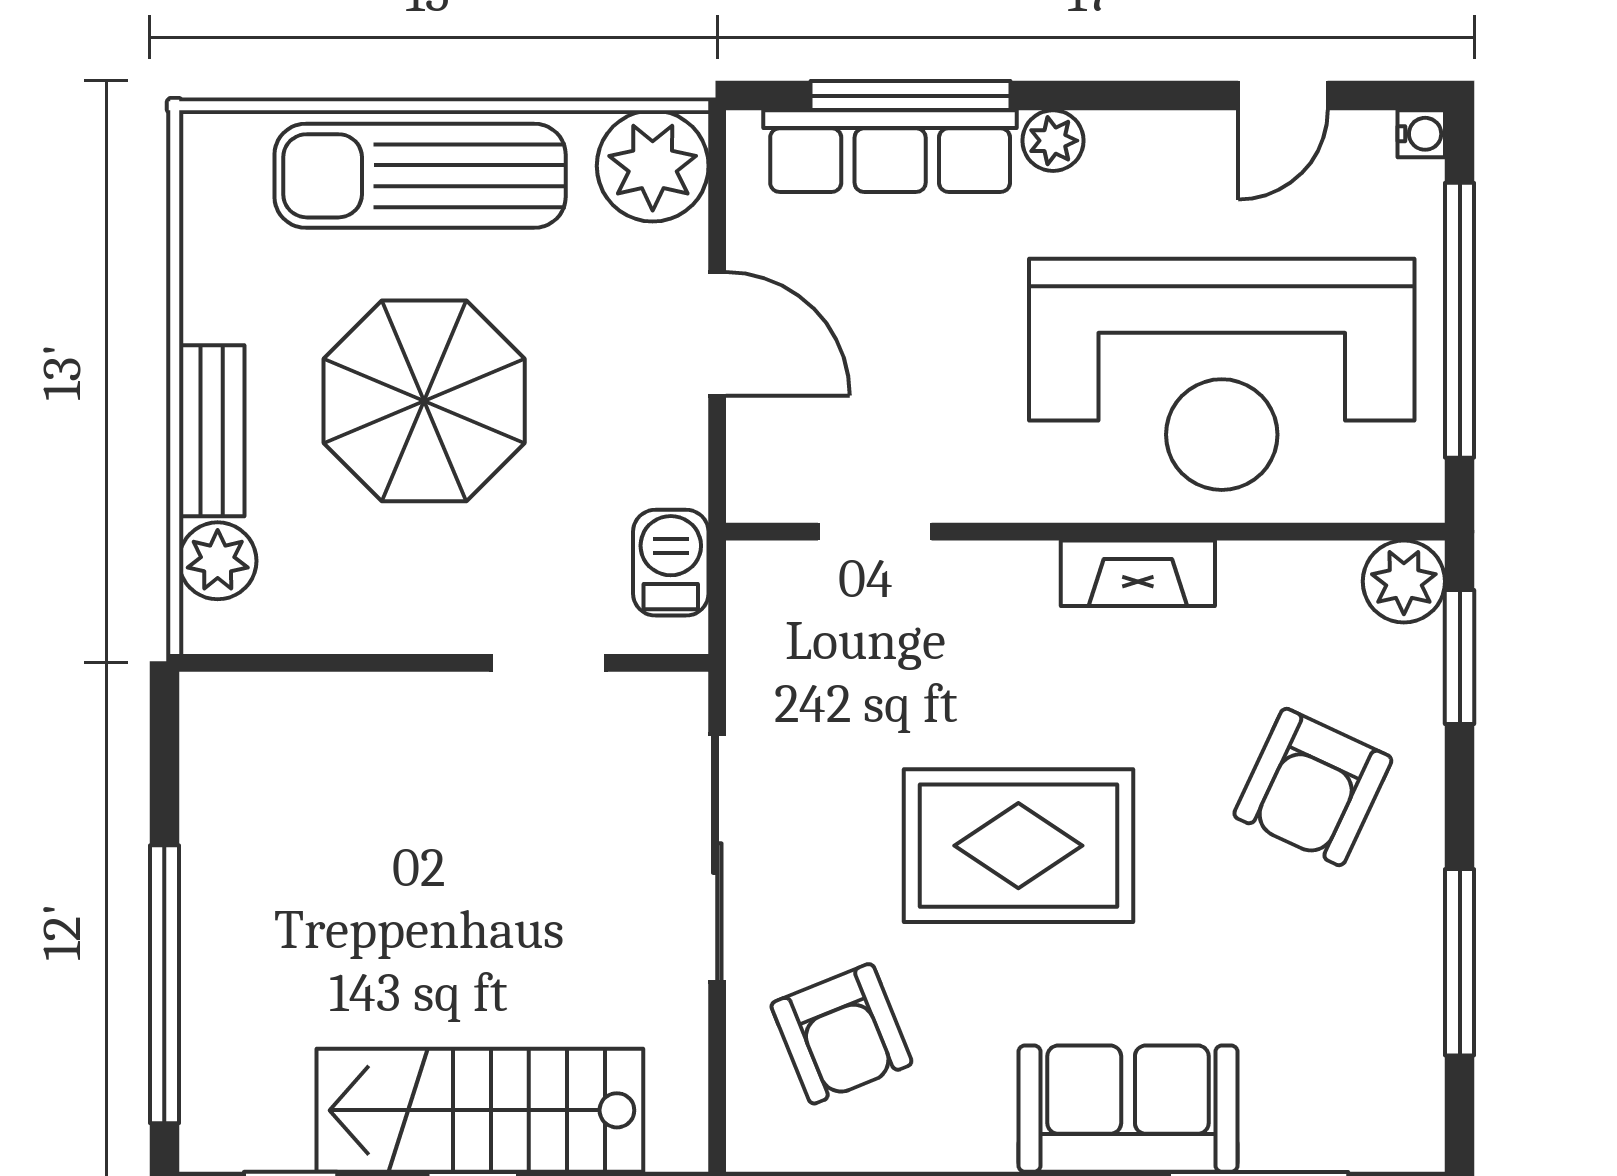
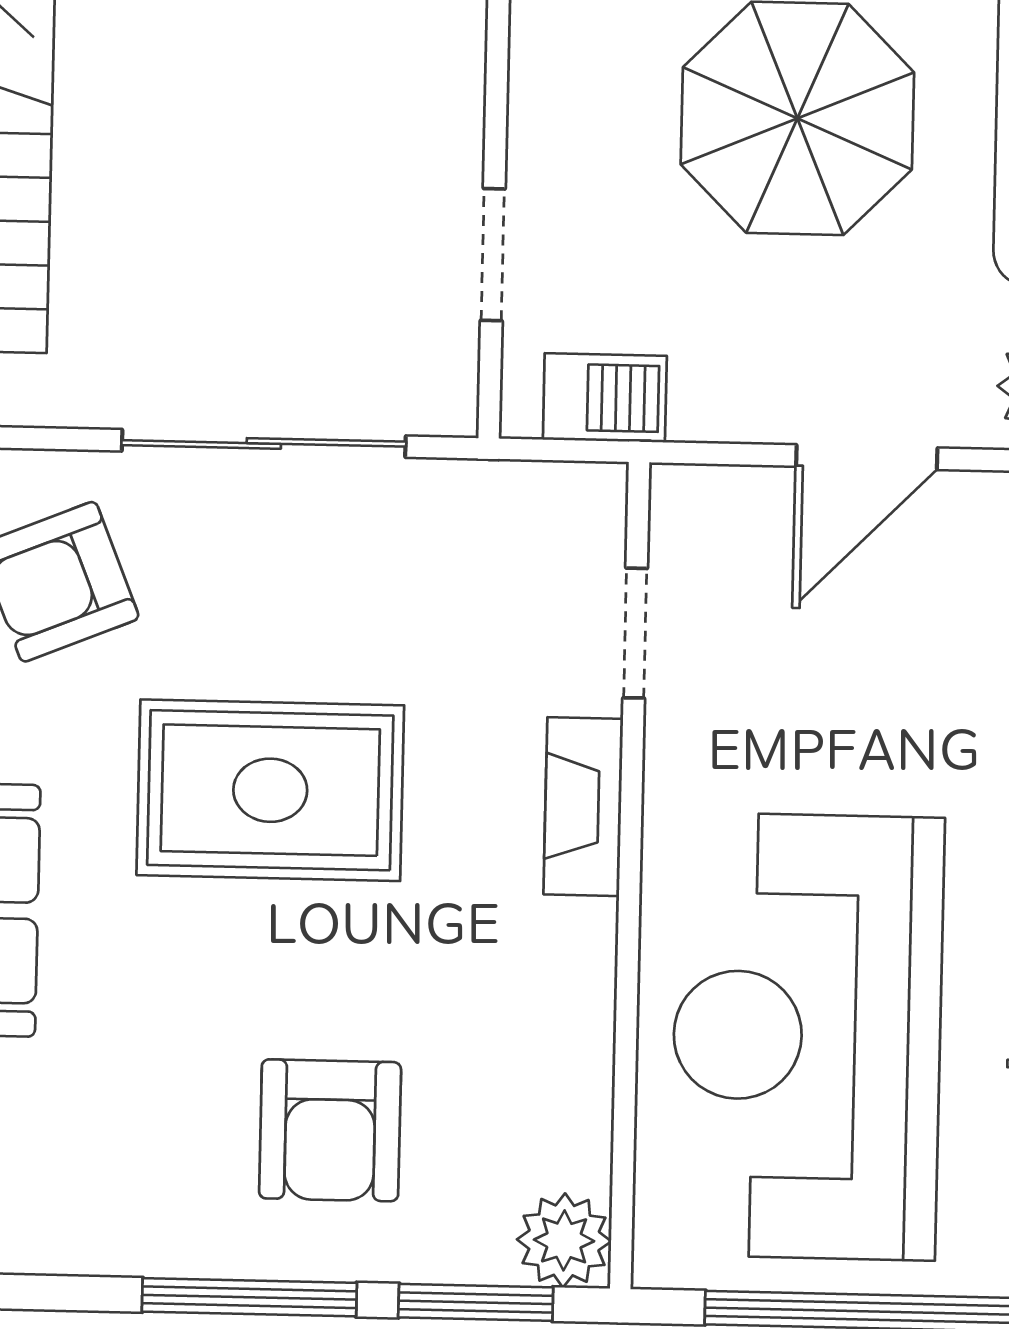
fireplace: (1138, 573) -> (583, 807), moved
armchair: (1313, 787) -> (330, 1130), turned -115
rug: (1018, 846) -> (270, 790), turned 90
window: (1460, 962) -> (249, 1297), moved

